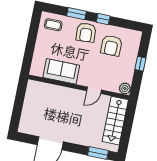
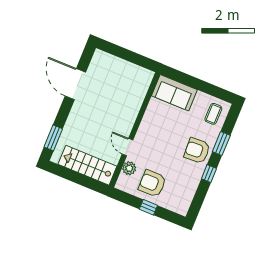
armchair: (111, 46) -> (152, 183), moved
sofa: (61, 71) -> (174, 93), moved, turned 90
plant: (125, 89) -> (129, 168), moved

